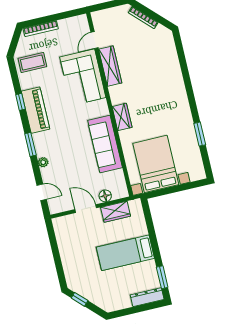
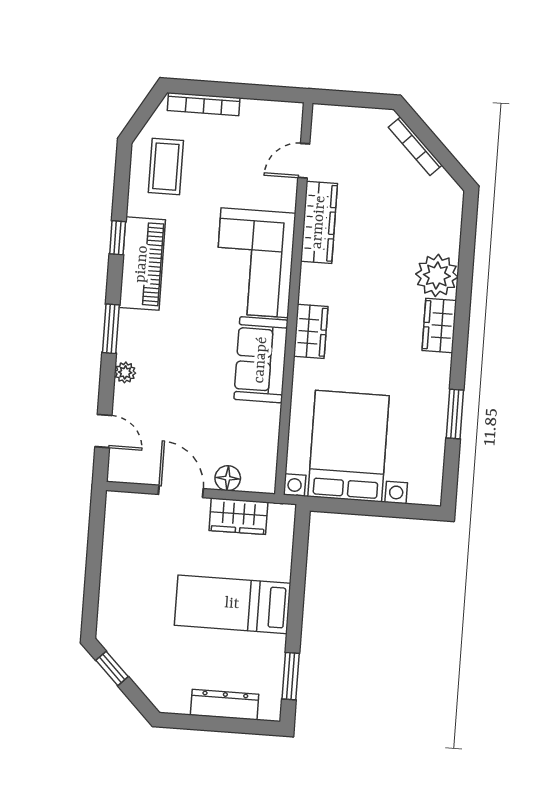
coffee table: (32, 62) -> (166, 167), turned 90
plant: (172, 73) -> (437, 275), added
corner sofa: (83, 77) -> (255, 263), moved
wardrobe: (180, 96) -> (439, 326), added
sofa: (105, 144) -> (261, 360), width x0.73
dresser: (147, 297) -> (225, 705), moved

